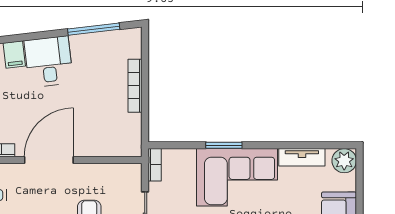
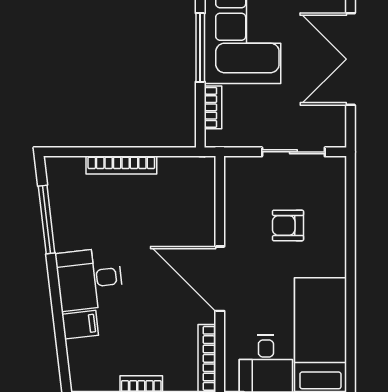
window: (224, 145) -> (200, 47), width x1.44
bookcase: (155, 165) -> (213, 107), moved, turned 90

